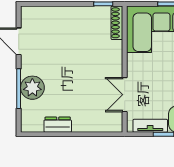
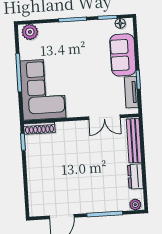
plant: (32, 88) -> (135, 205), moved, width x0.53, depth x0.53
bench: (97, 126) -> (134, 141), added

